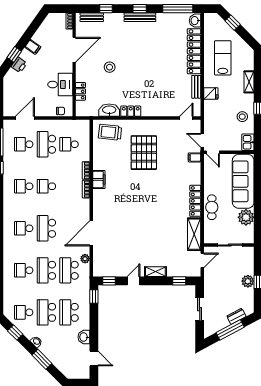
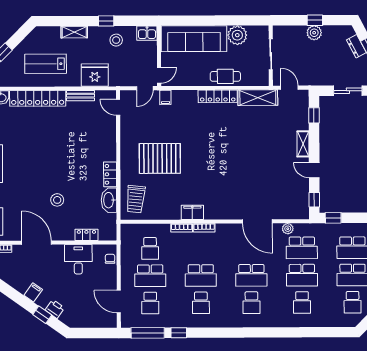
fridge: (211, 93) -> (95, 75), width x1.88, depth x1.34
school desk: (46, 186) -> (201, 276), width x1.85

